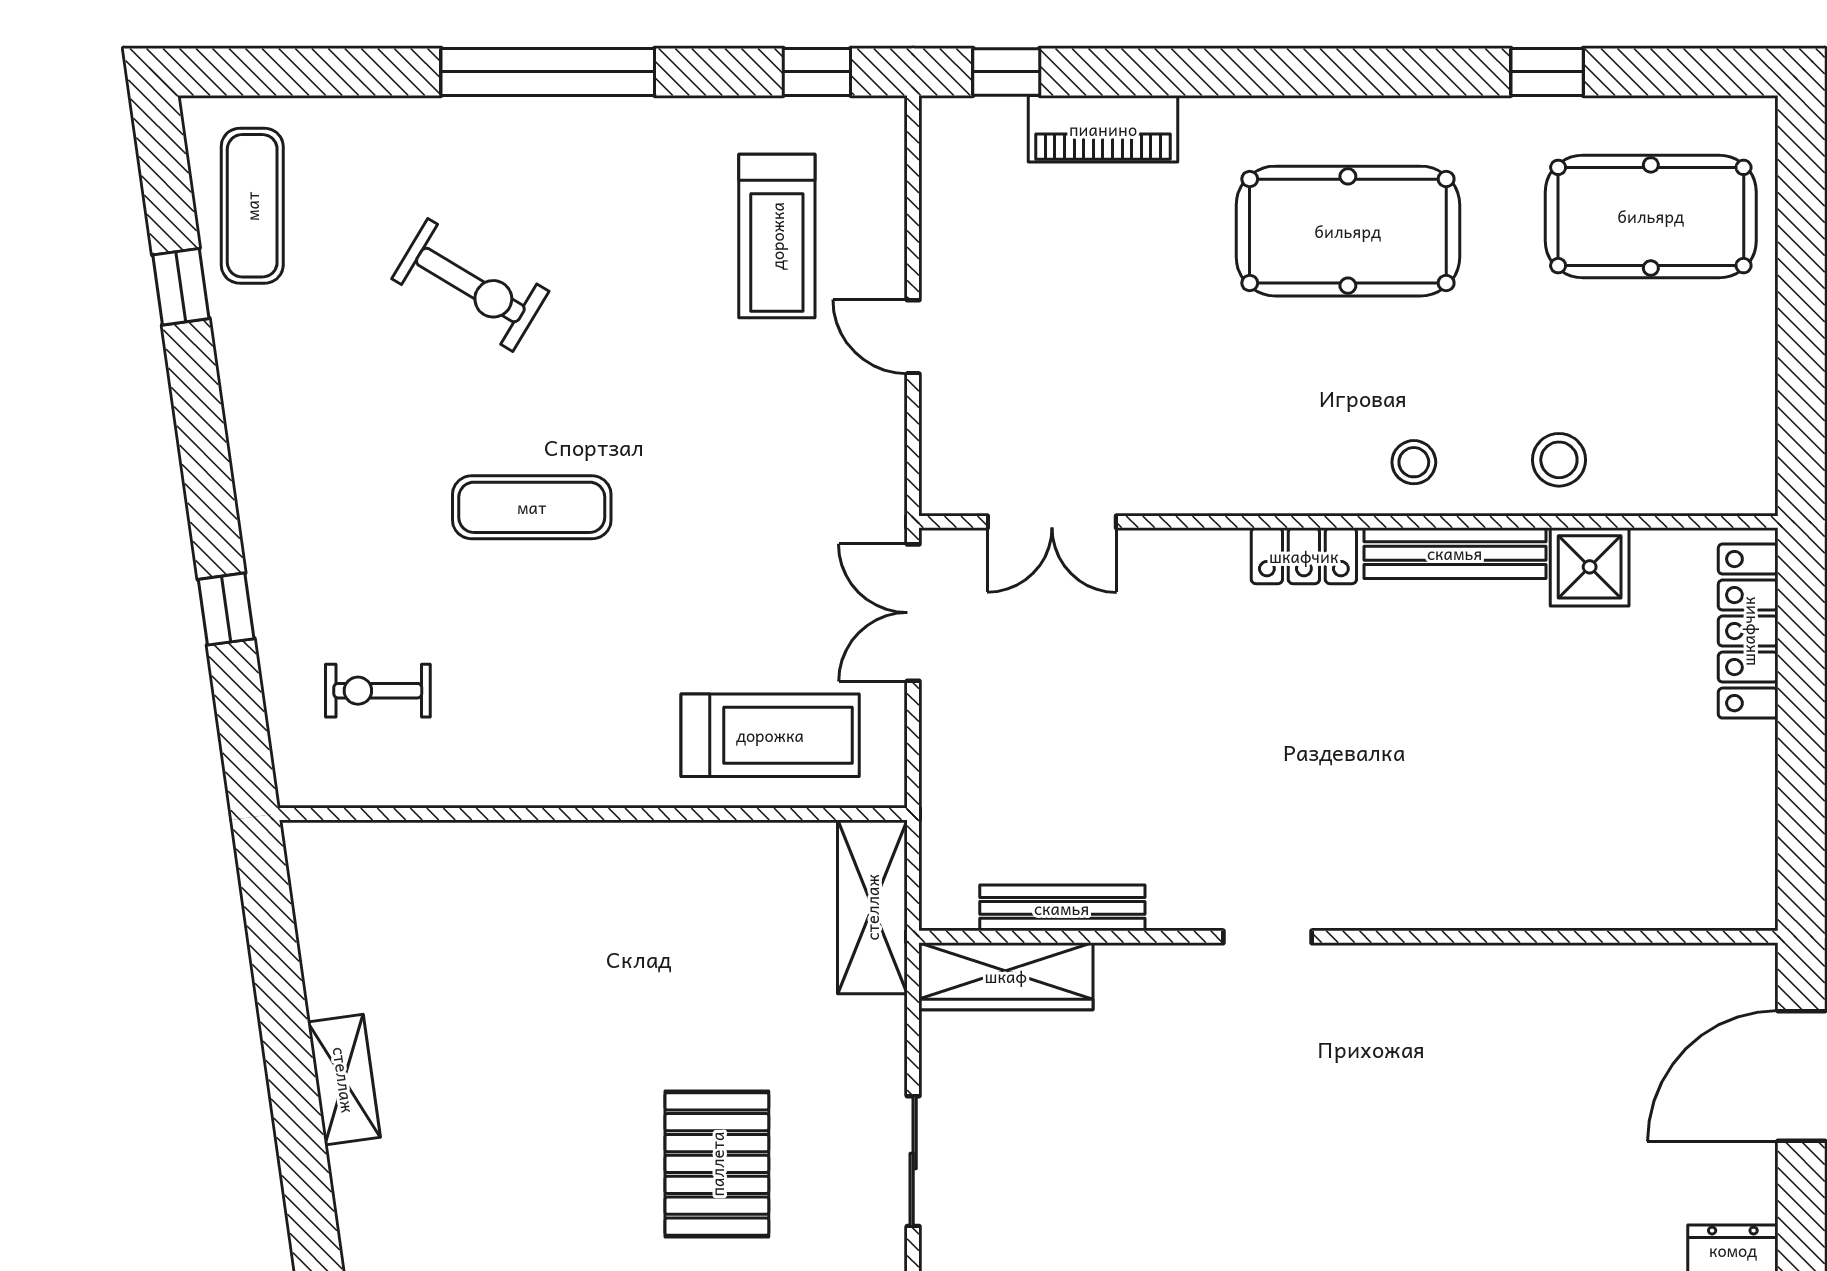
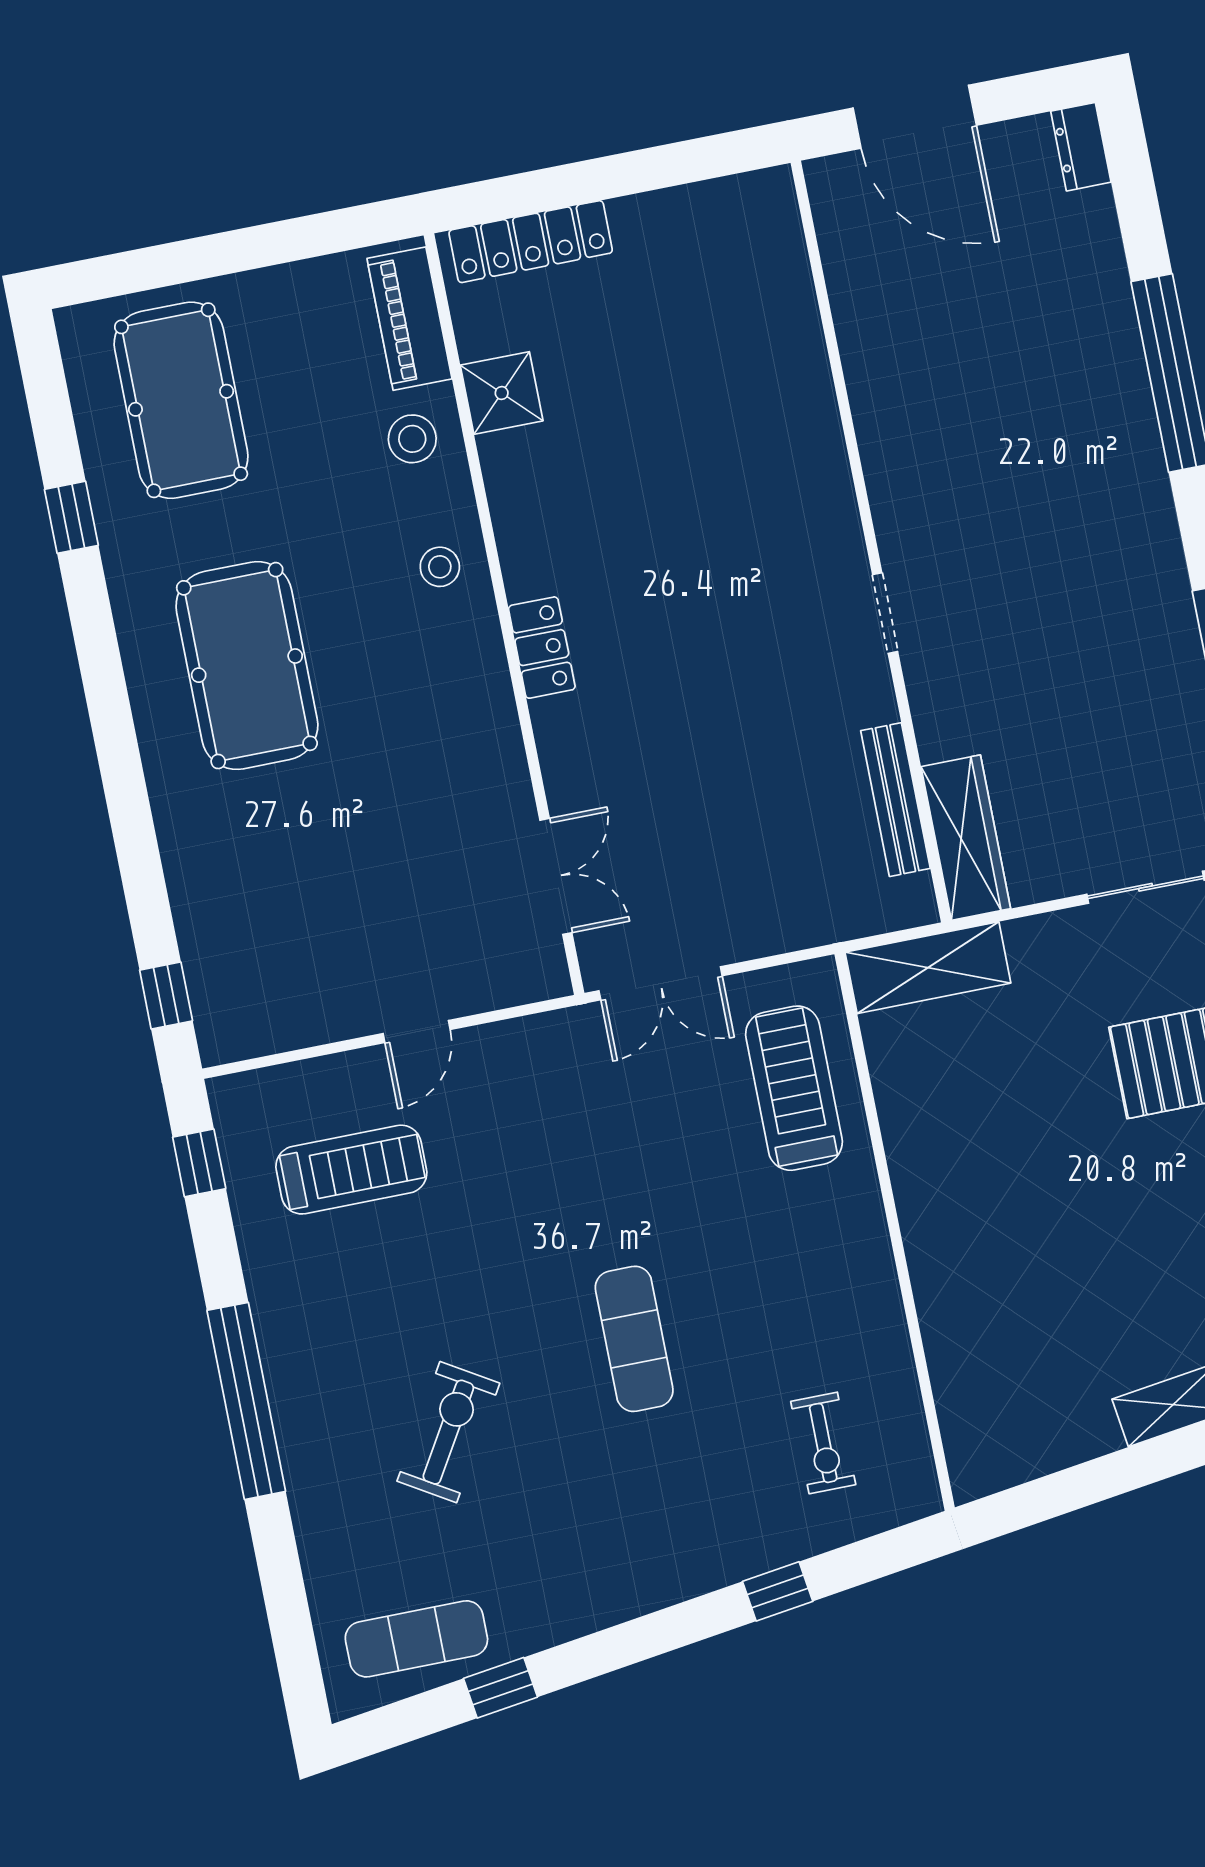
piano: (1103, 129) -> (409, 319), moved, turned 180
bench: (1455, 553) -> (513, 515), removed

